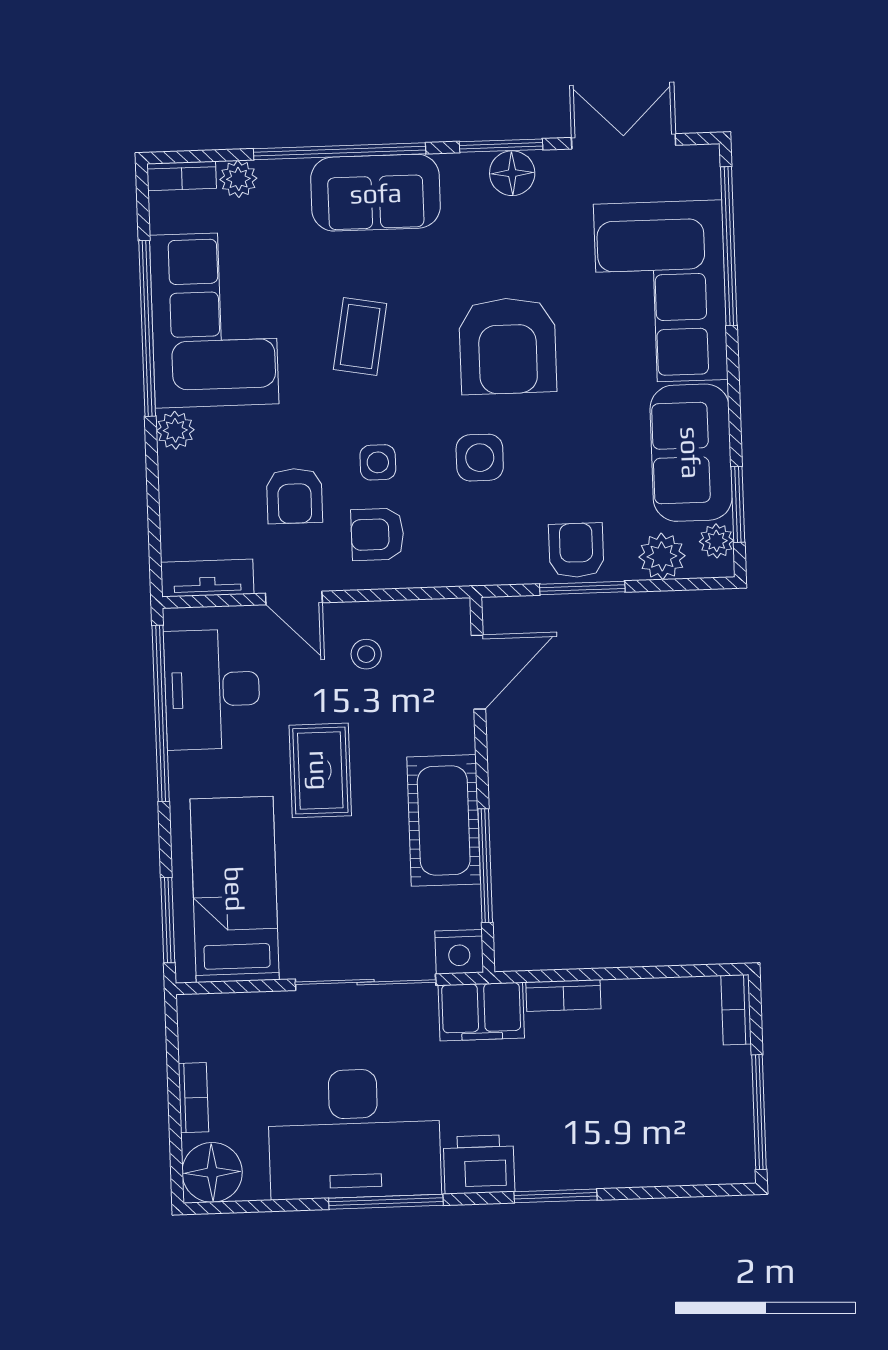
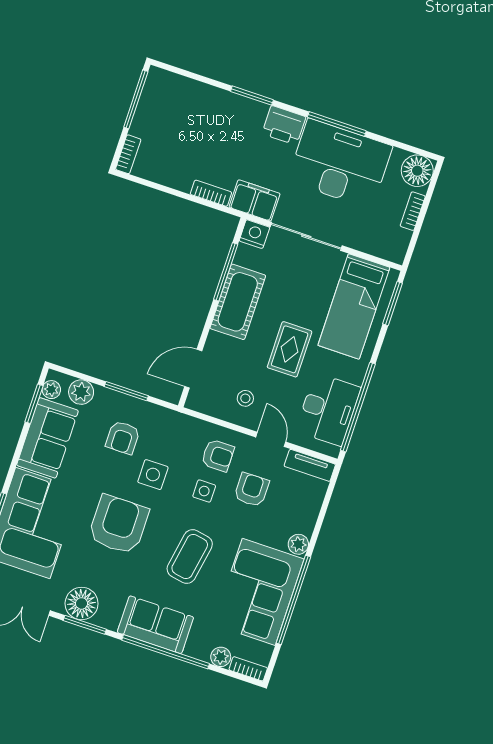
floor lamp: (512, 173) -> (82, 603), width x1.38, depth x1.38
coffee table: (360, 337) -> (190, 556), width x1.36, depth x1.30
armchair: (576, 550) -> (123, 437), moved

